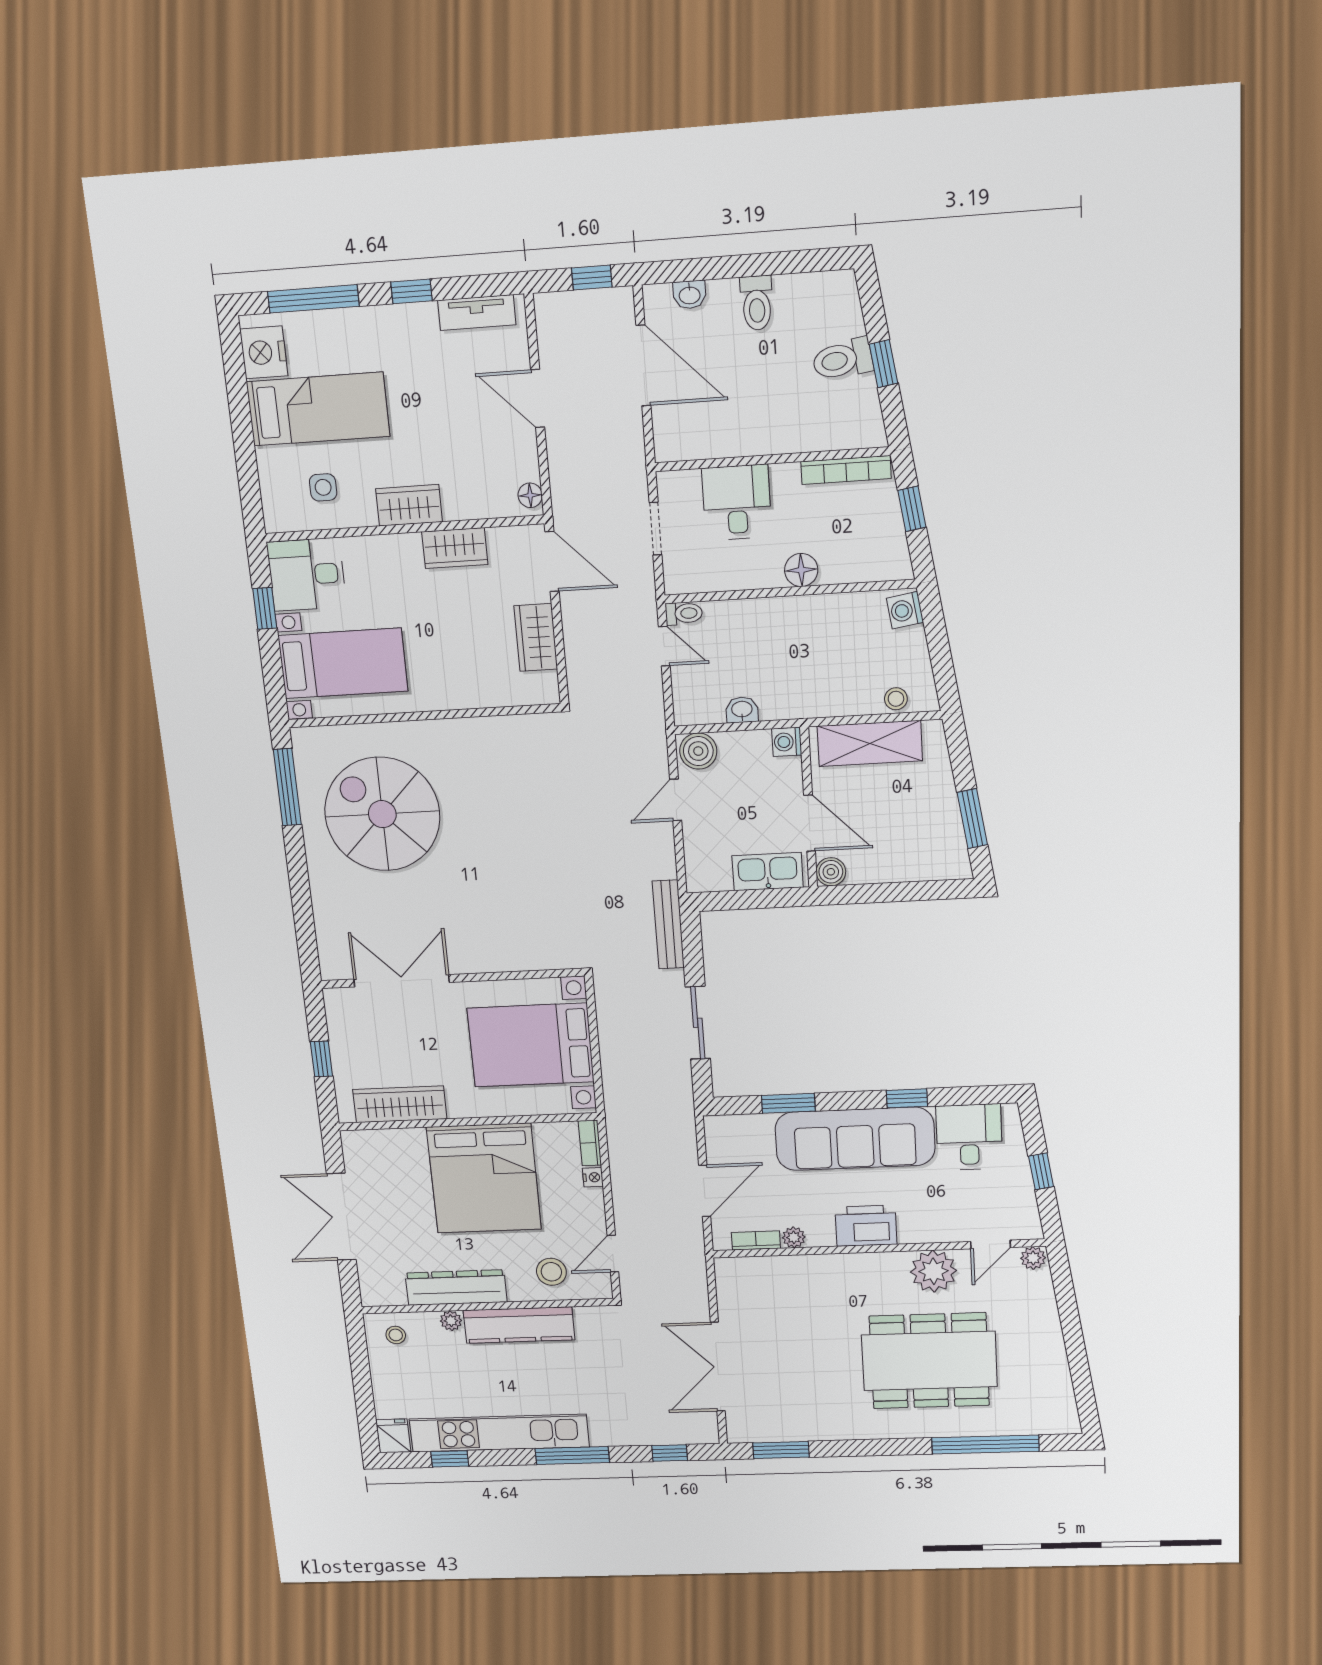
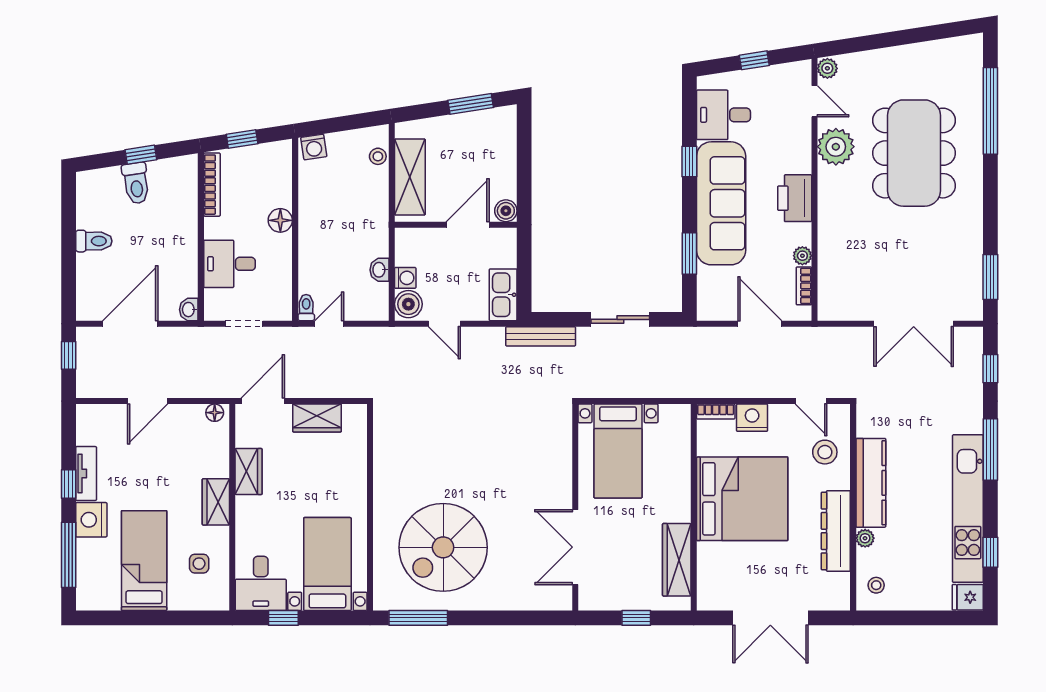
washbasin: (690, 295) -> (189, 310), moved, turned 180
tv unit: (477, 313) -> (86, 474), moved
nightstand: (264, 352) -> (91, 520), moved, turned 90
washing machine: (787, 742) -> (405, 278), moved, turned -90
kitchen sink: (768, 872) -> (503, 295), moved
bed with nightstands: (531, 1045) -> (618, 451), width x0.73
nightstand: (593, 1177) -> (752, 418), width x1.89, depth x1.79

